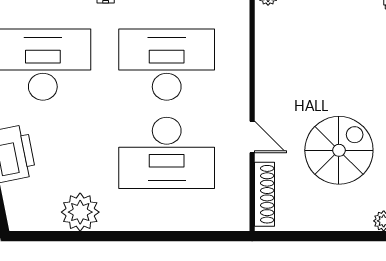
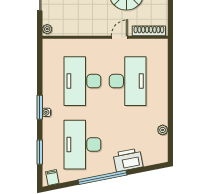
plant: (80, 212) -> (163, 130), width x0.53, depth x0.53

